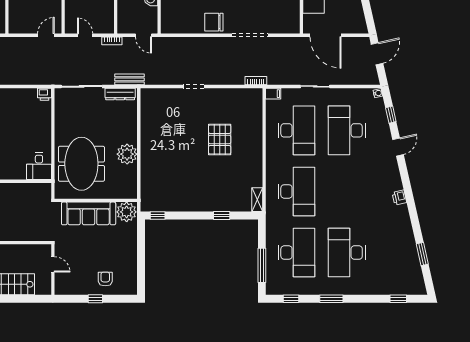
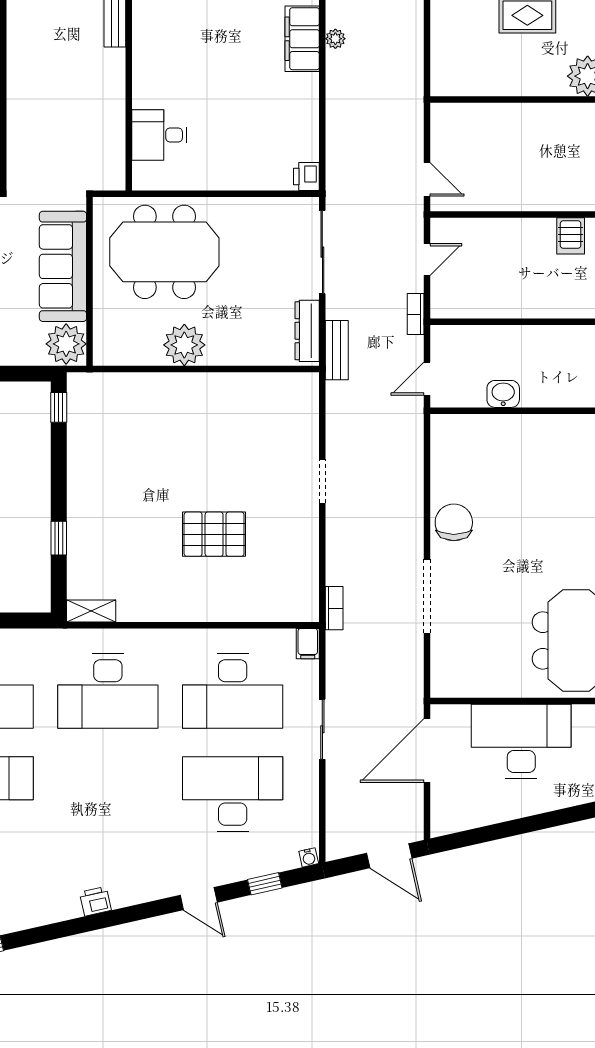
desk: (39, 166) -> (159, 135), moved

